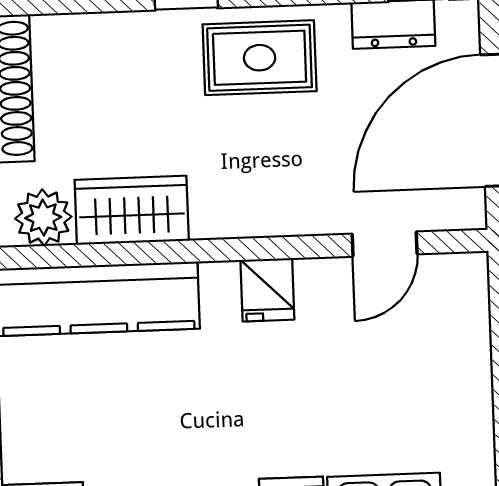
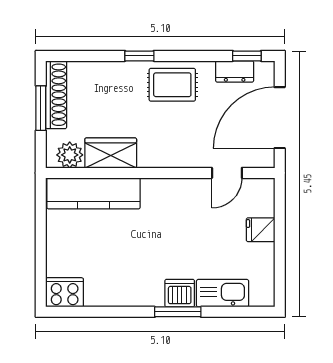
fridge: (267, 290) -> (261, 230), moved, turned 90

